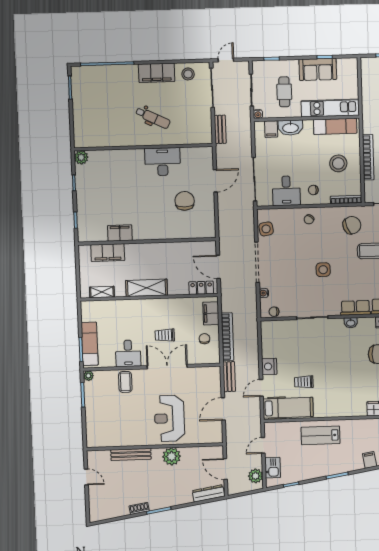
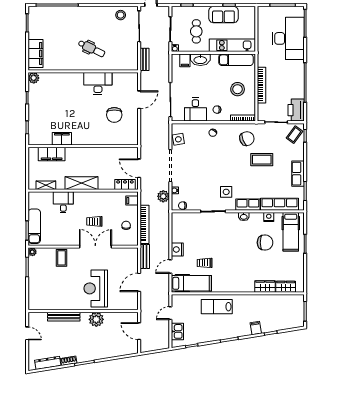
filing cabinet: (157, 73) -> (35, 54), moved, turned -90
chair: (185, 201) -> (114, 115), turned 180
side table: (323, 270) -> (226, 192), moved
filing cabinet: (211, 313) -> (132, 201), width x0.50
desk: (128, 353) -> (63, 202), moved, turned 180
plant: (256, 476) -> (163, 196), moved
dresser: (208, 493) -> (48, 363), moved

